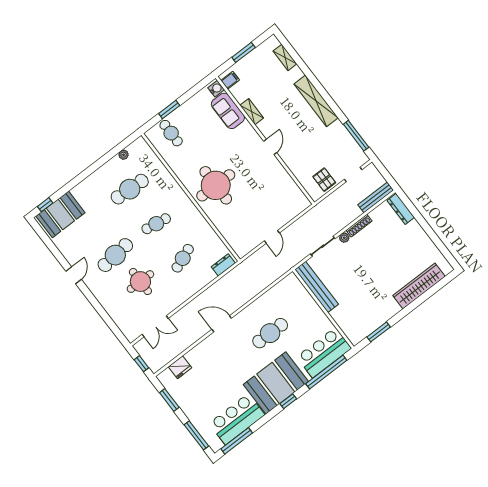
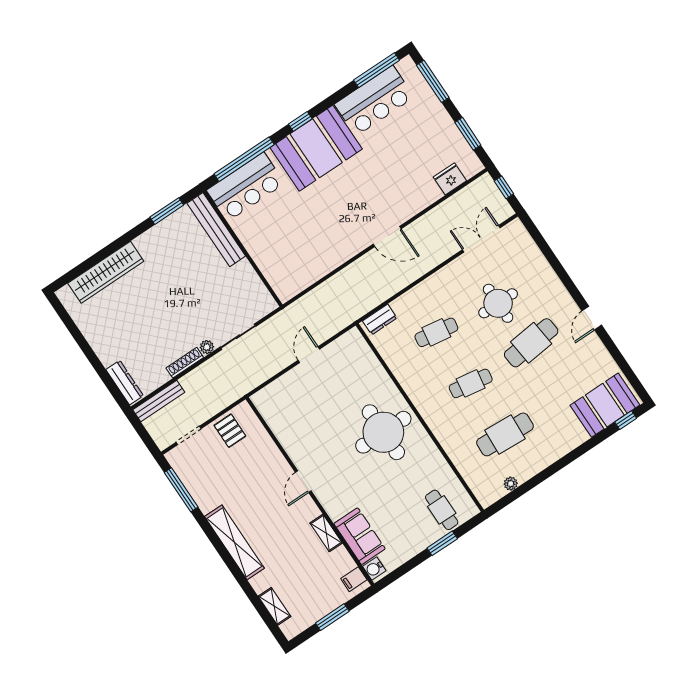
cafe table: (183, 258) -> (436, 332), turned 30
bench: (317, 287) -> (216, 230), moved
cafe table: (270, 333) -> (320, 219), removed

